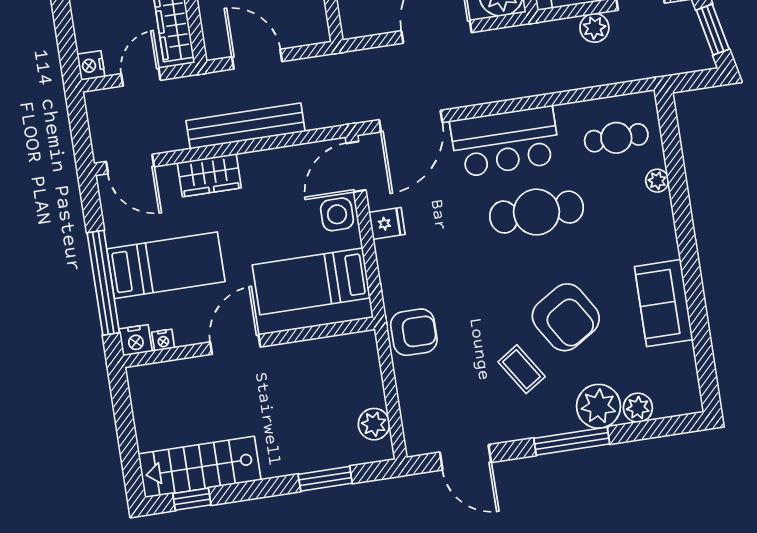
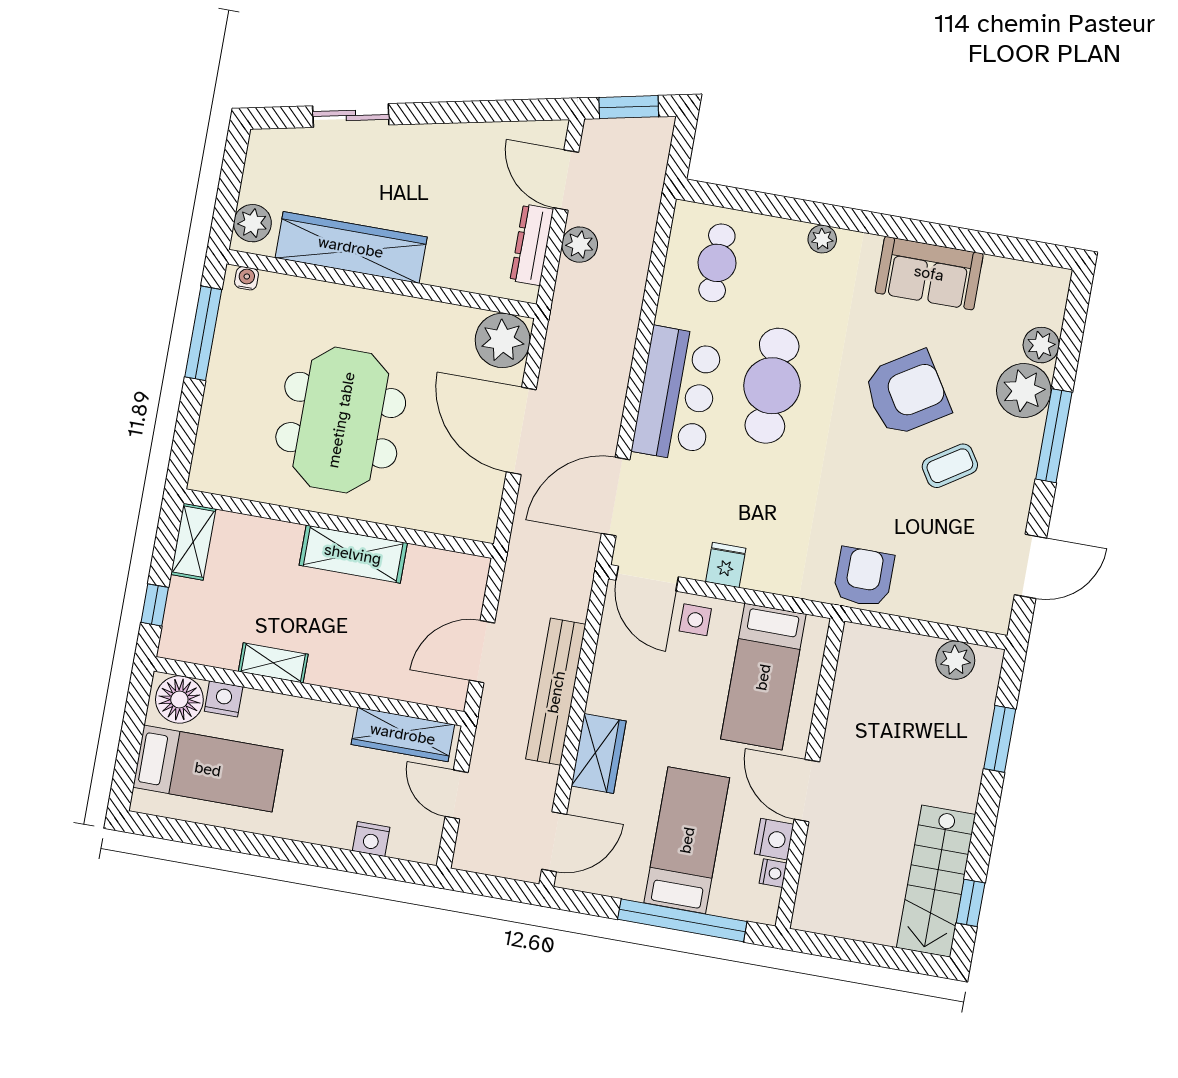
nightstand: (91, 65) -> (371, 839), moved
door: (411, 121) -> (616, 497), swing flipped
plant: (657, 181) -> (822, 239), moved
side table: (337, 214) -> (695, 620), width x0.73, depth x0.73
nightstand: (136, 340) -> (774, 839), moved

